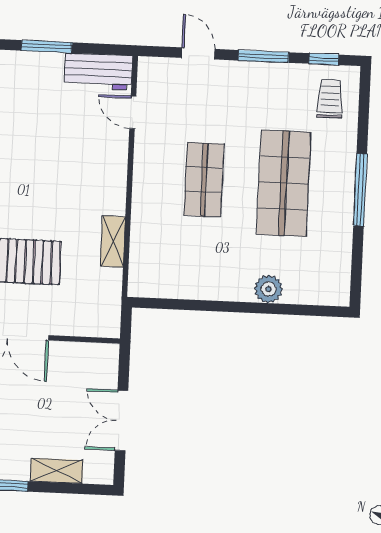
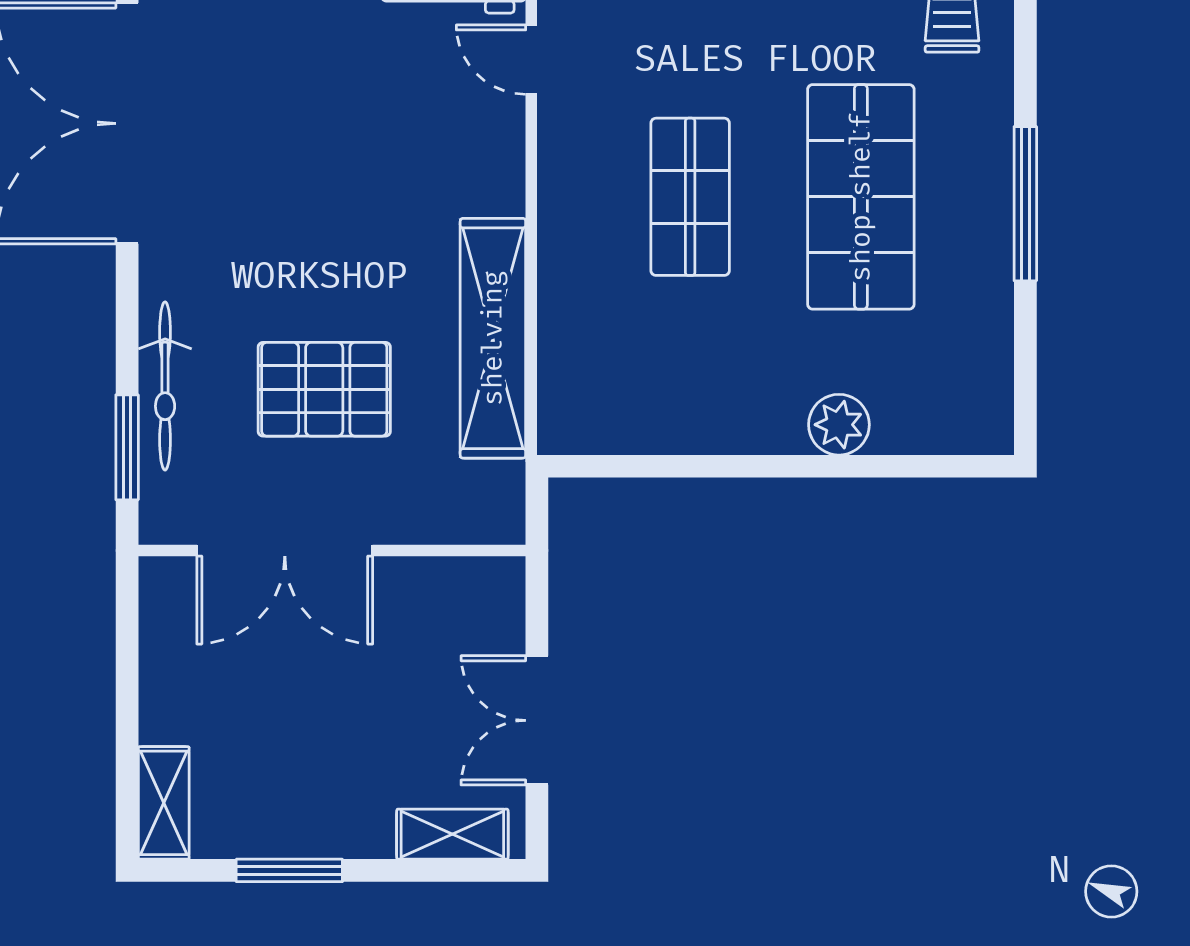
shelving: (113, 242) -> (493, 338), width x2.20, depth x1.33
shelving: (57, 471) -> (452, 834), moved

